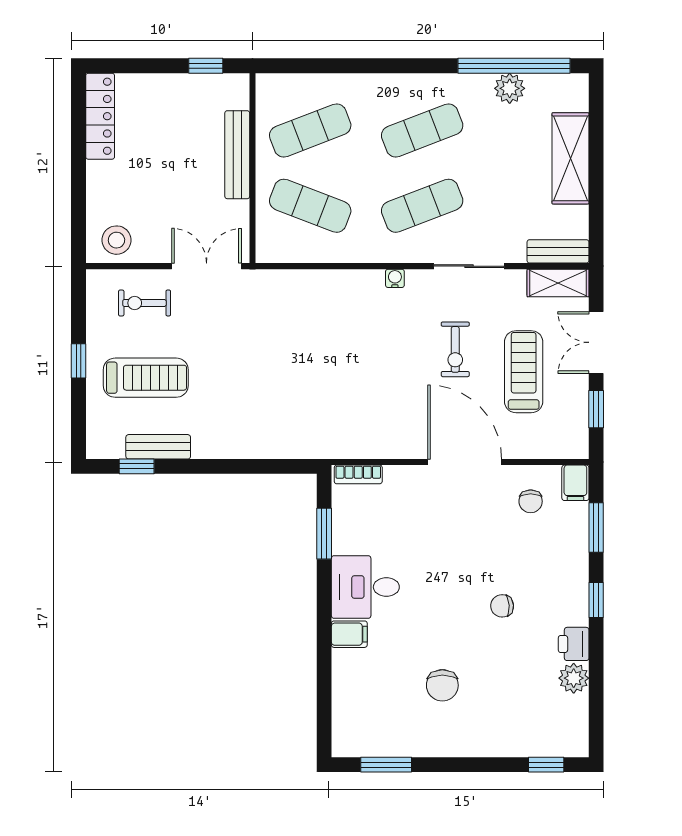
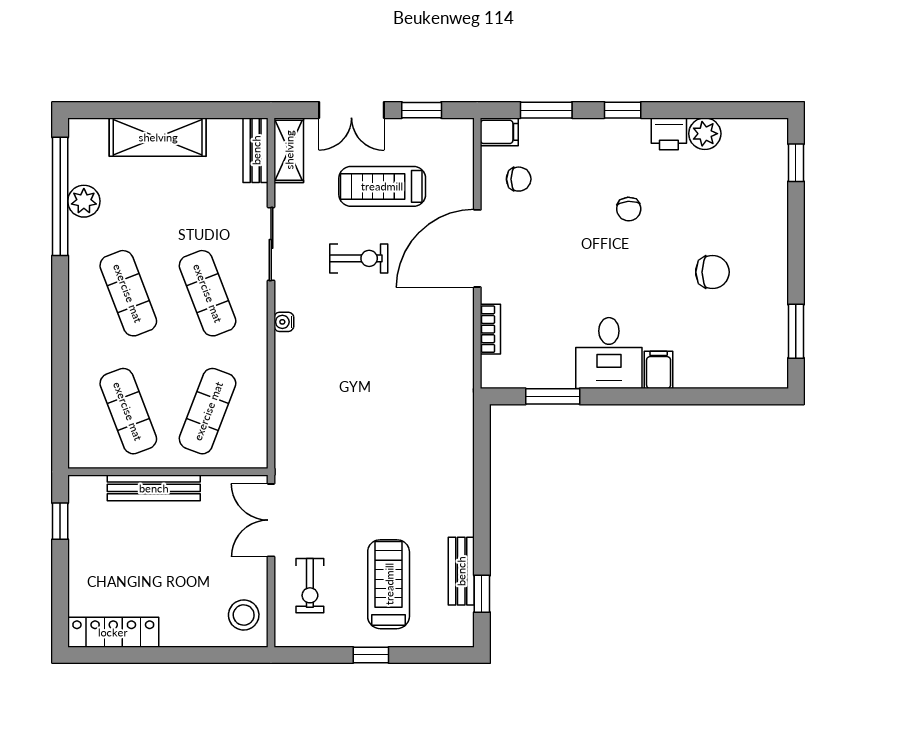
bookcase: (358, 474) -> (490, 329), moved

